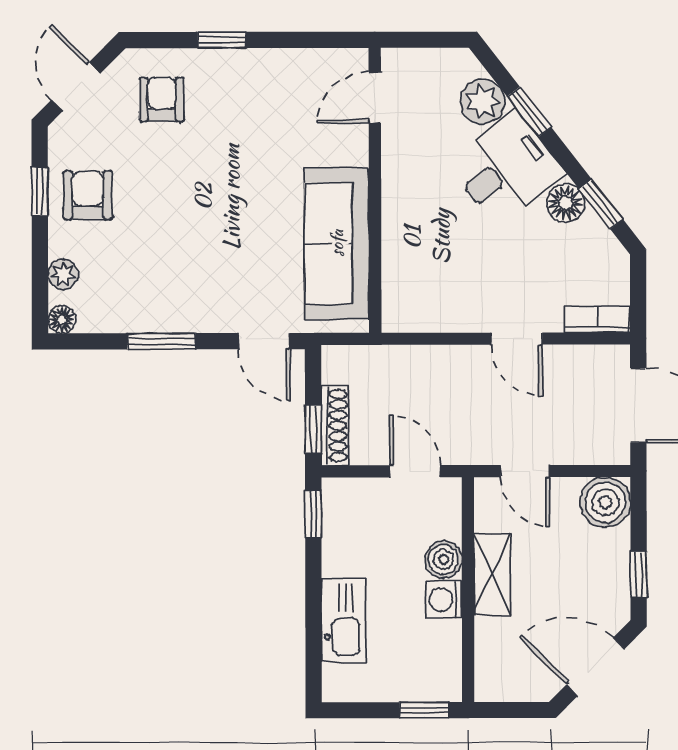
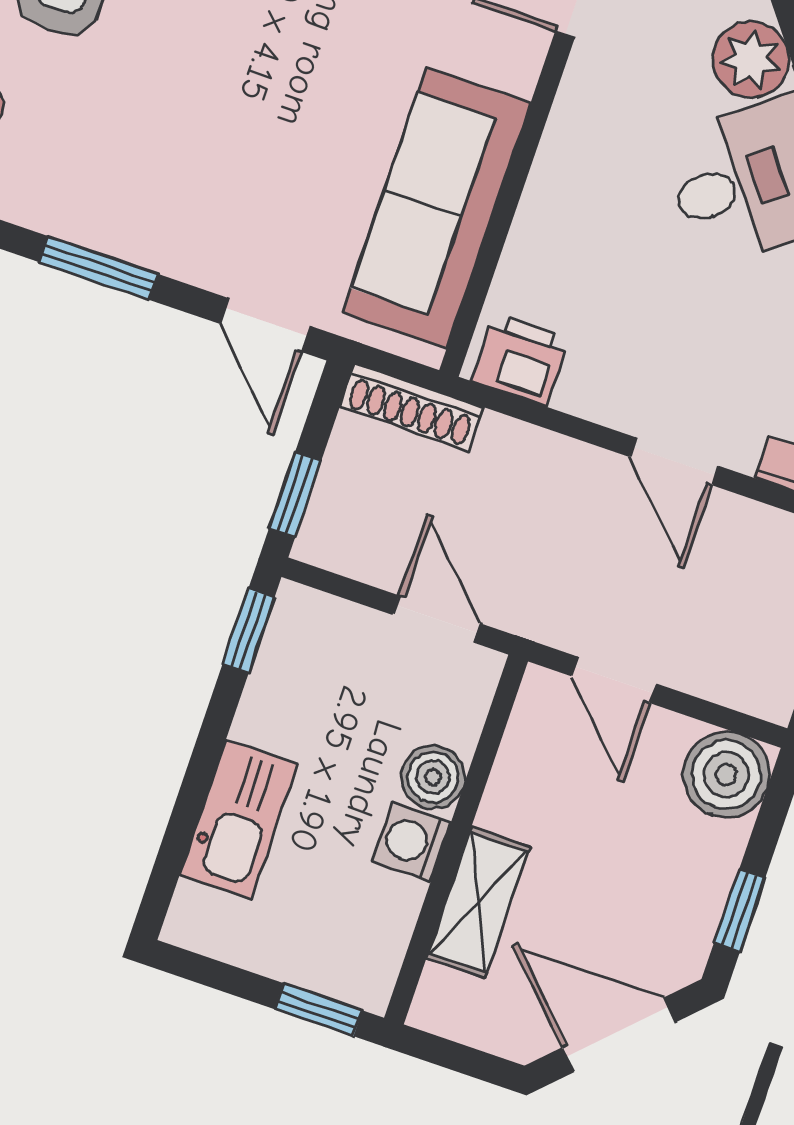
printer: (412, 312) -> (520, 360), added
shoe rack: (335, 426) -> (412, 407), moved, turned 90
shelving: (492, 574) -> (478, 902), moved

